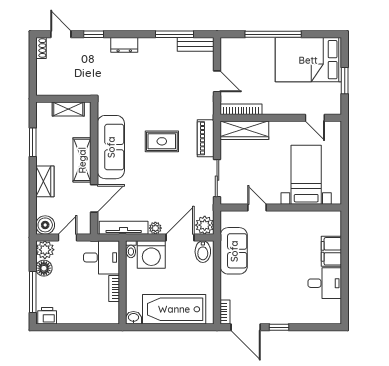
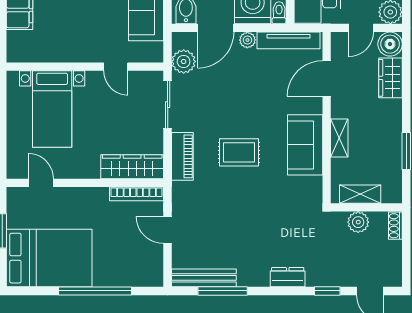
bench: (196, 44) -> (204, 278), width x1.36
shoe rack: (41, 48) -> (395, 226), moved
plant: (70, 87) -> (358, 222), added
sofa: (111, 147) -> (305, 145), width x0.73
shelving: (82, 160) -> (339, 138), width x0.67, depth x0.75
wardrobe: (45, 181) -> (390, 78), moved
plant: (205, 225) -> (184, 61), moved

